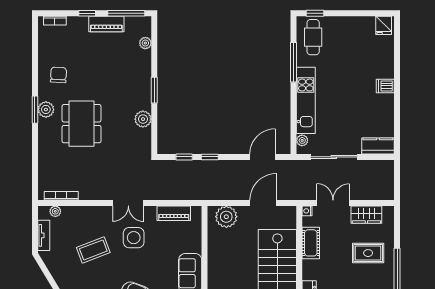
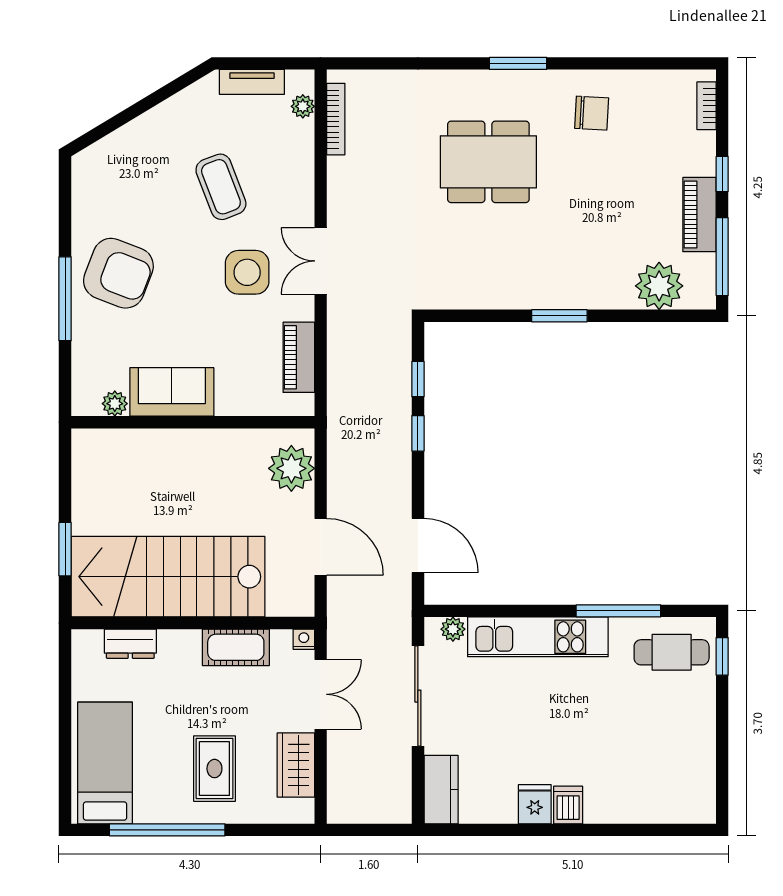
fridge: (384, 25) -> (535, 804), moved, turned 90
plant: (145, 43) -> (659, 286), width x1.87, depth x1.87
plant: (46, 109) -> (518, 86), removed
plant: (143, 119) -> (498, 292), removed

